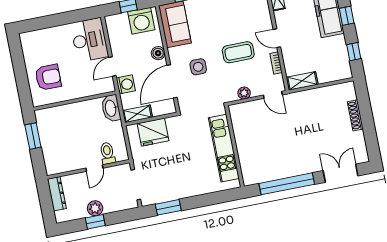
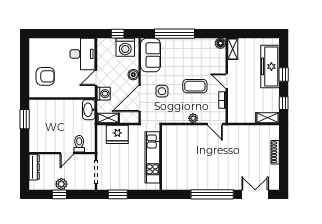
shelving: (302, 81) -> (268, 118), moved
wall: (234, 146) -> (161, 158), moved
kitchen unit: (224, 148) -> (152, 157), moved

